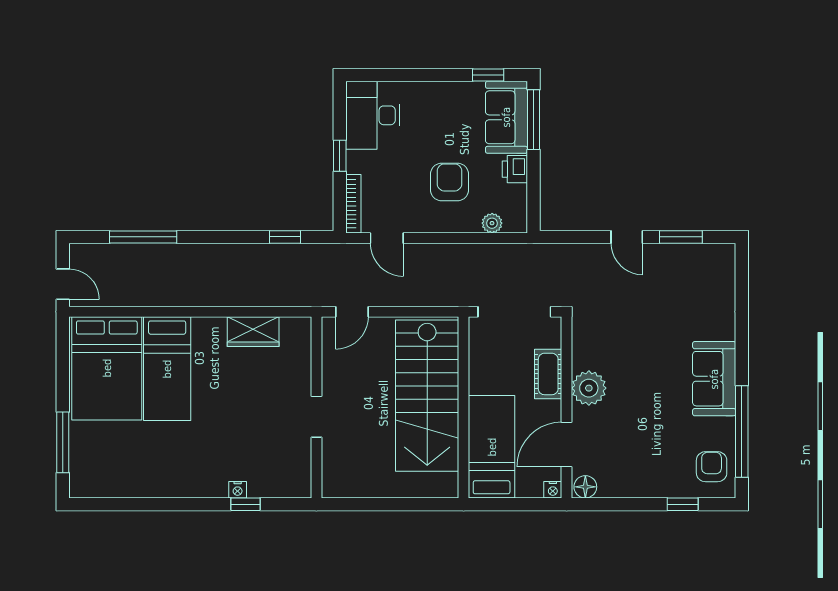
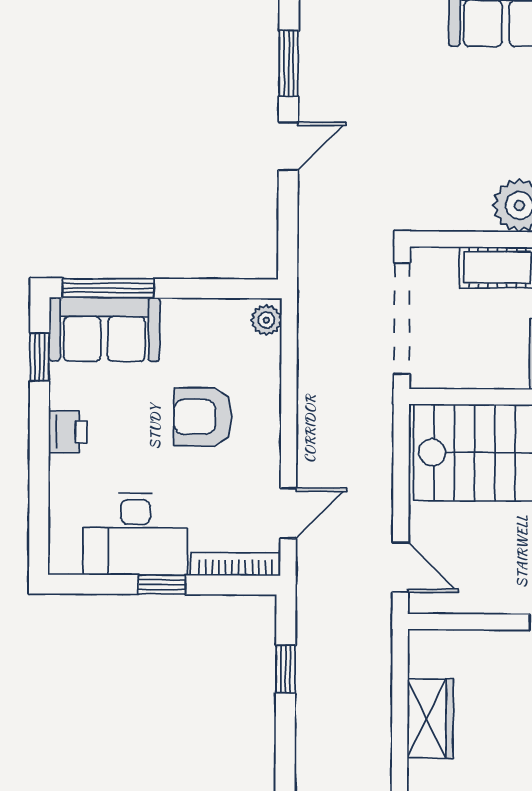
desk: (373, 115) -> (135, 534), moved
printer: (515, 169) -> (68, 432), moved, turned -90
plant: (492, 223) -> (266, 320), moved

